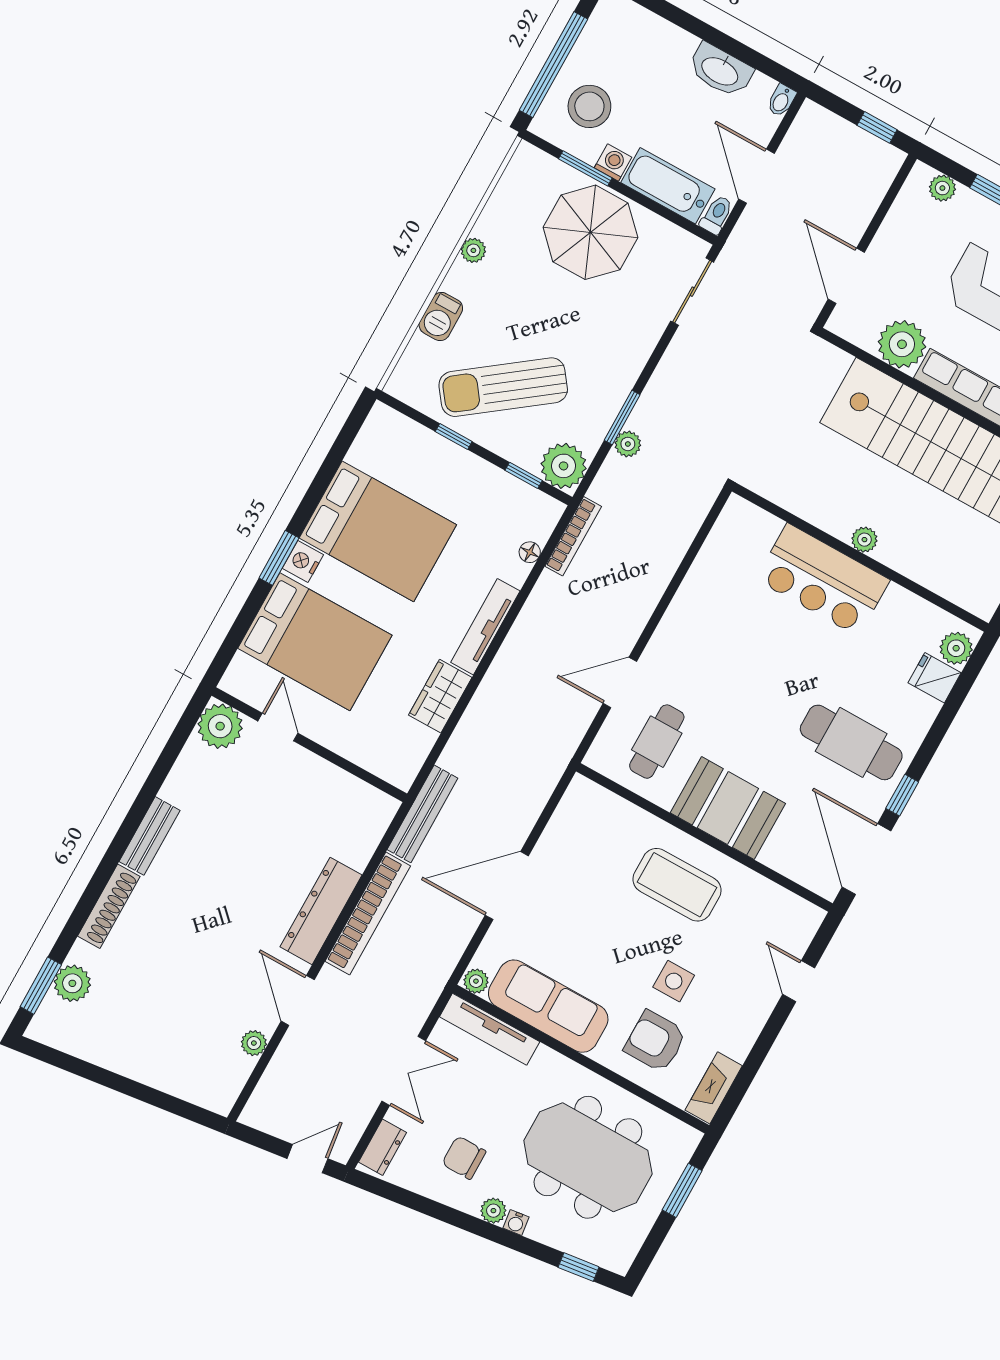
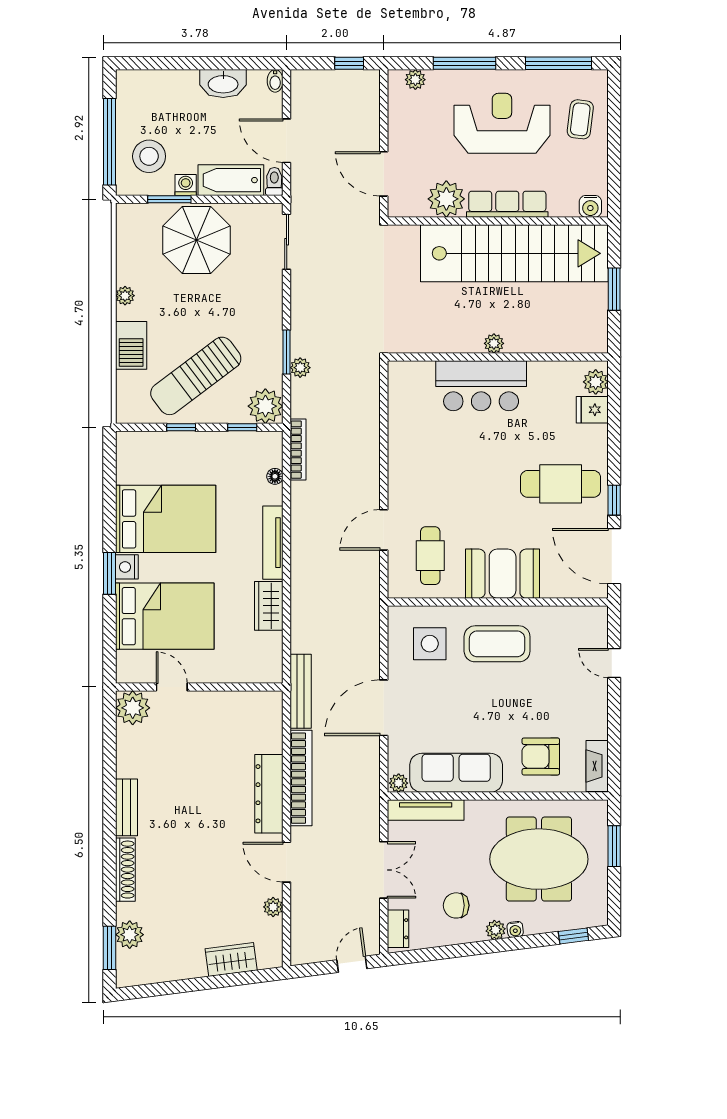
barbecue: (441, 317) -> (131, 345), width x1.38, depth x1.27
side table: (674, 981) -> (430, 644), moved, width x1.37, depth x1.37
wardrobe: (173, 1076) -> (231, 959), added

